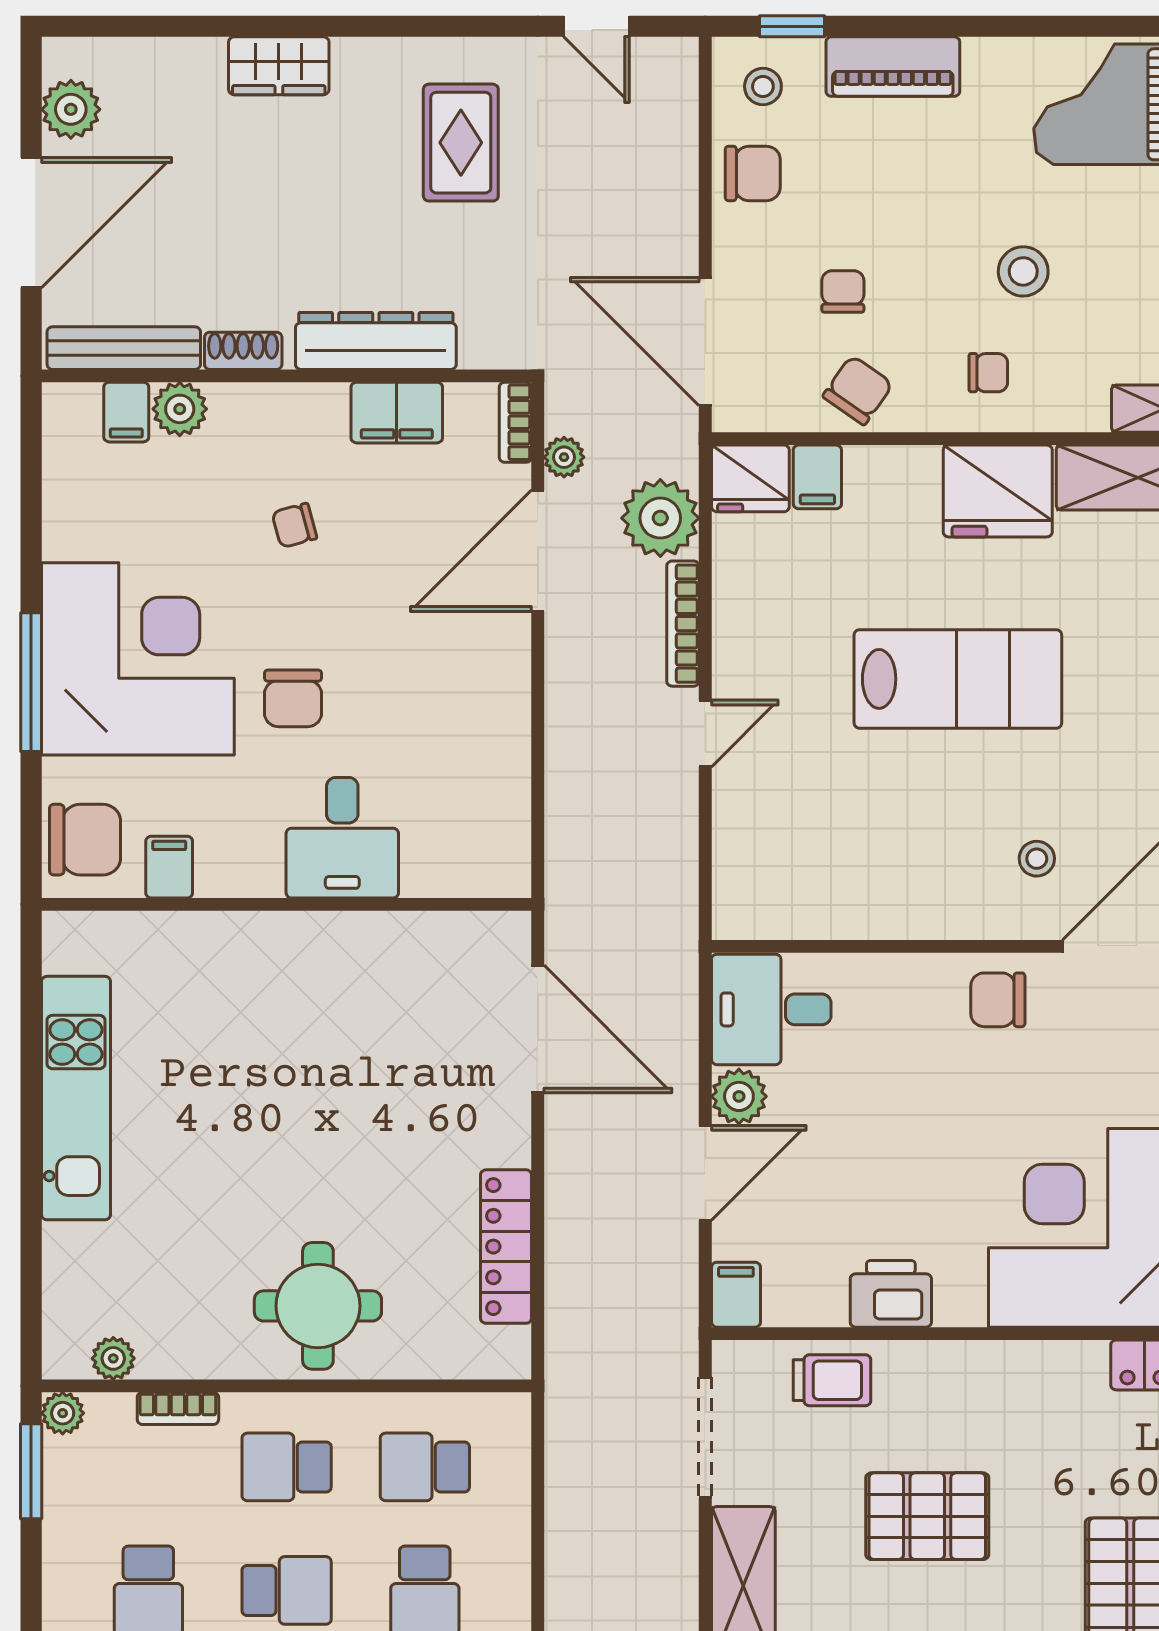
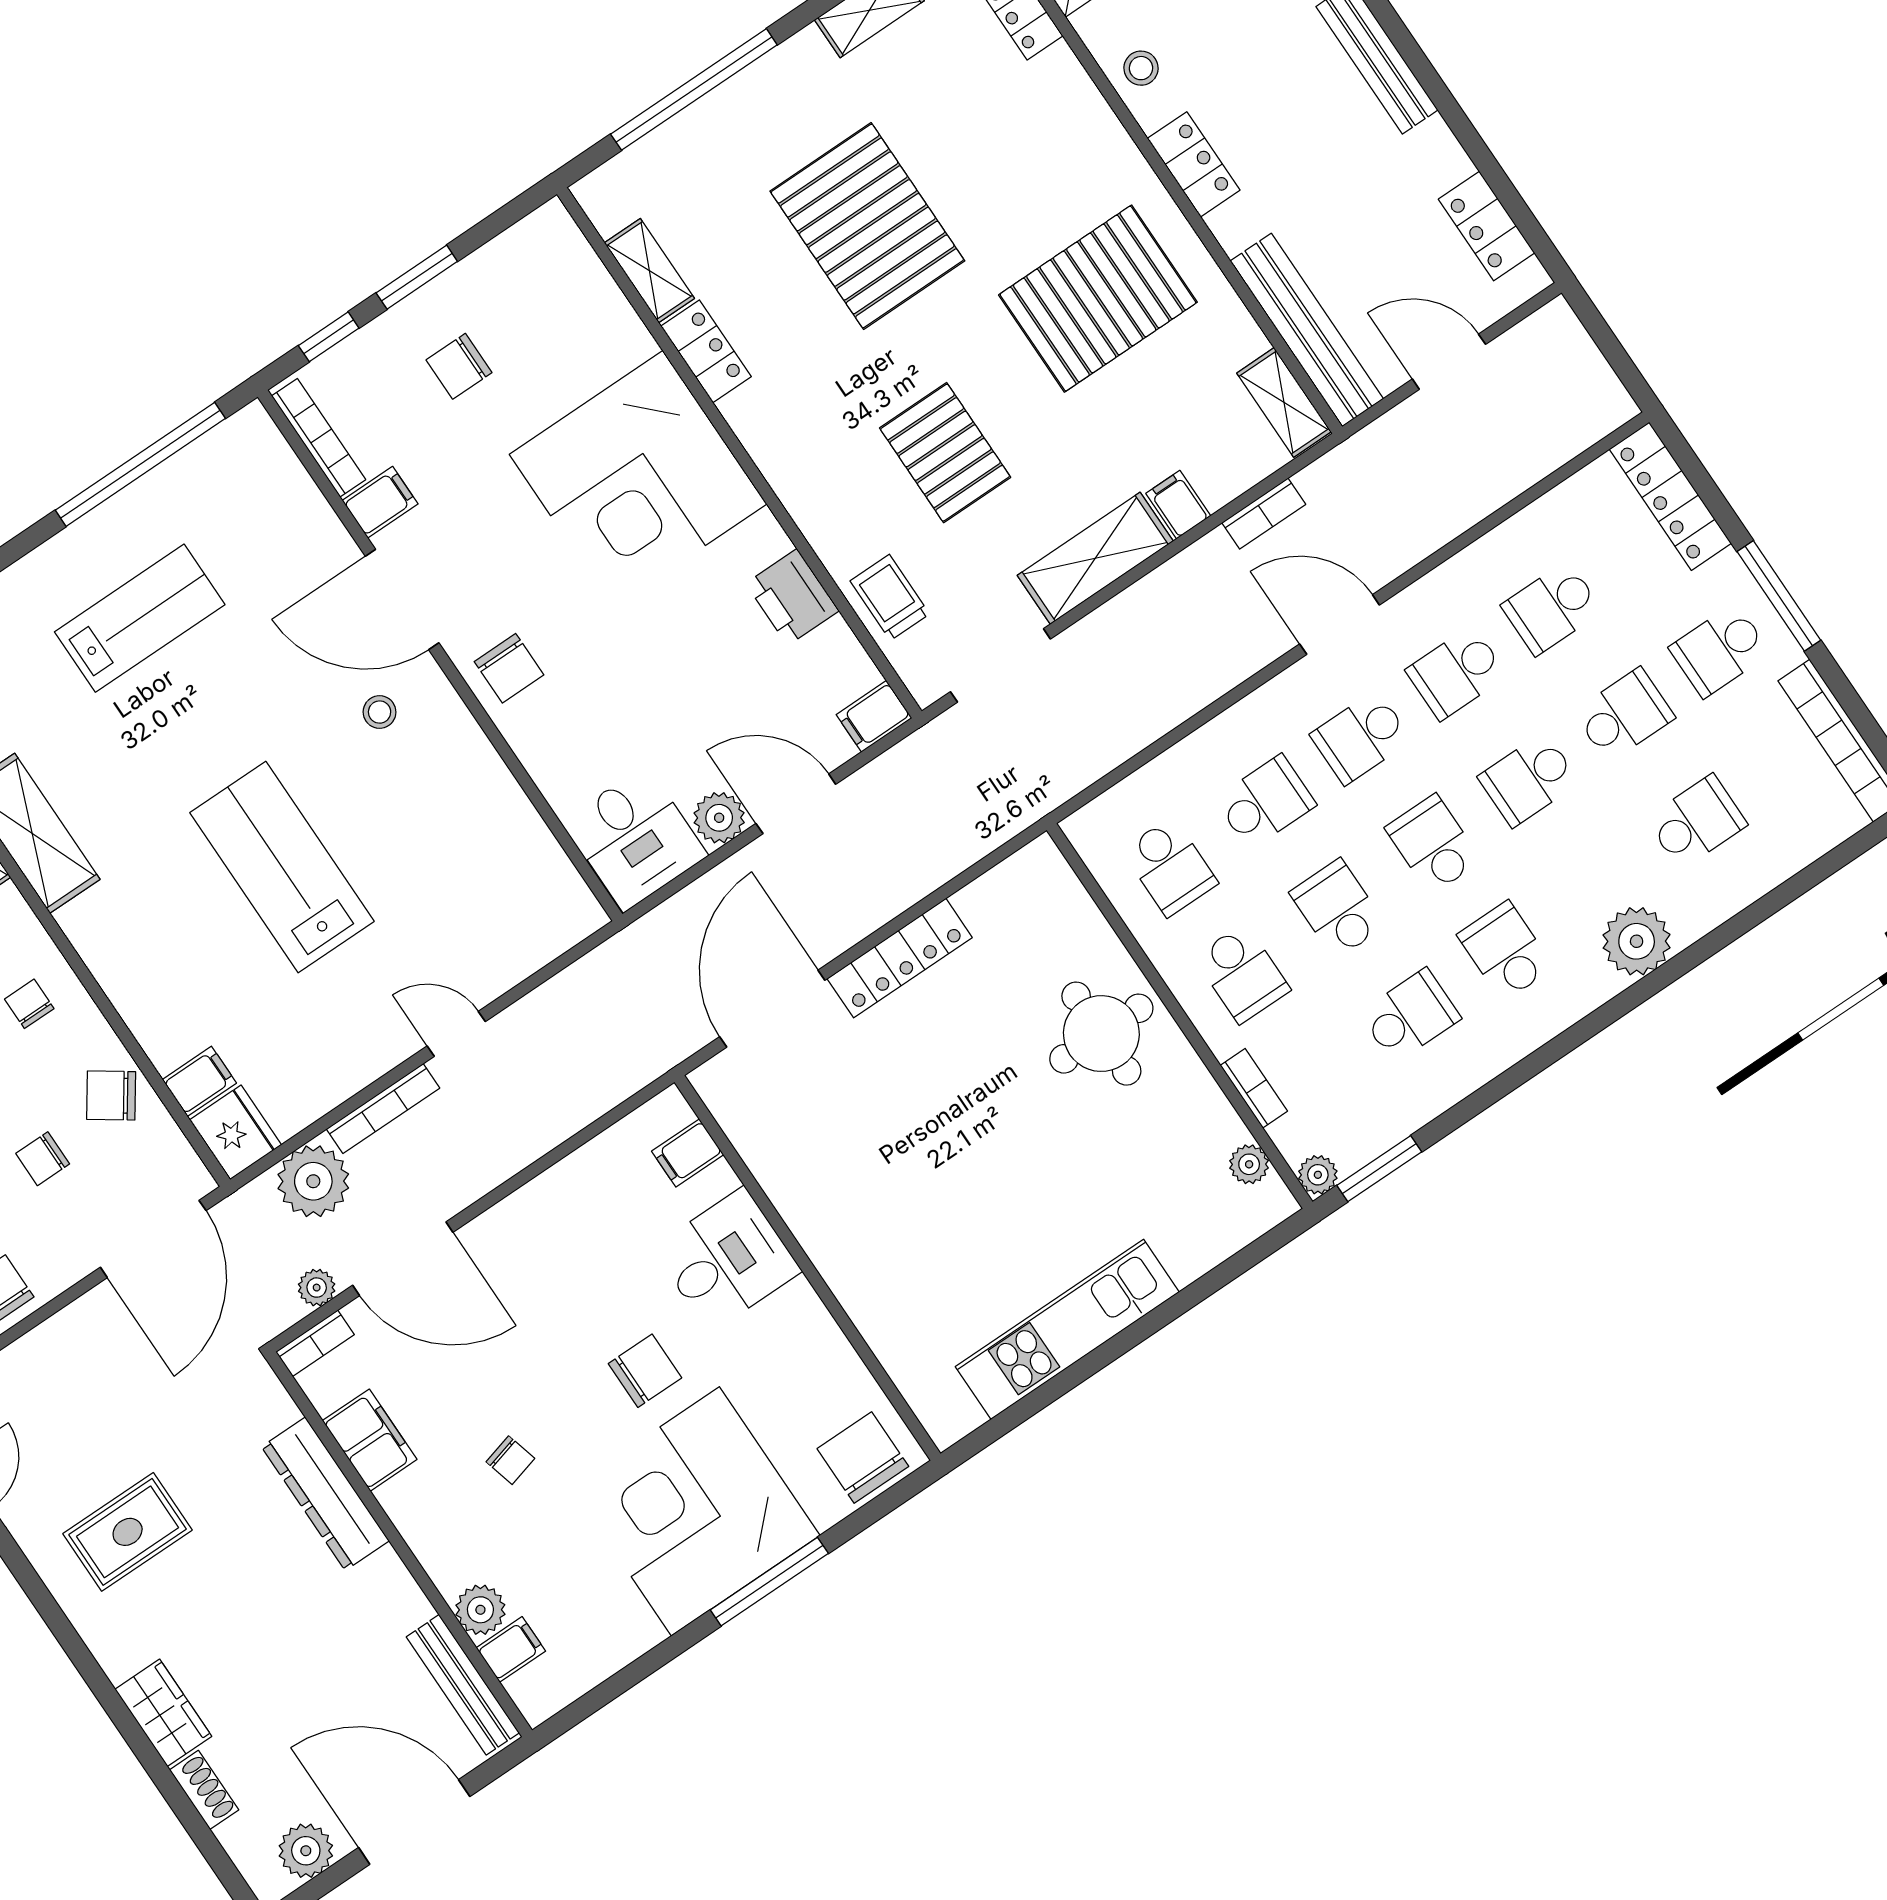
shoe rack: (243, 351) -> (204, 1790), moved, turned 180
fridge: (998, 491) -> (116, 935), removed
filing cabinet: (169, 867) -> (688, 1153), moved
locker: (506, 1247) -> (900, 958), moved

